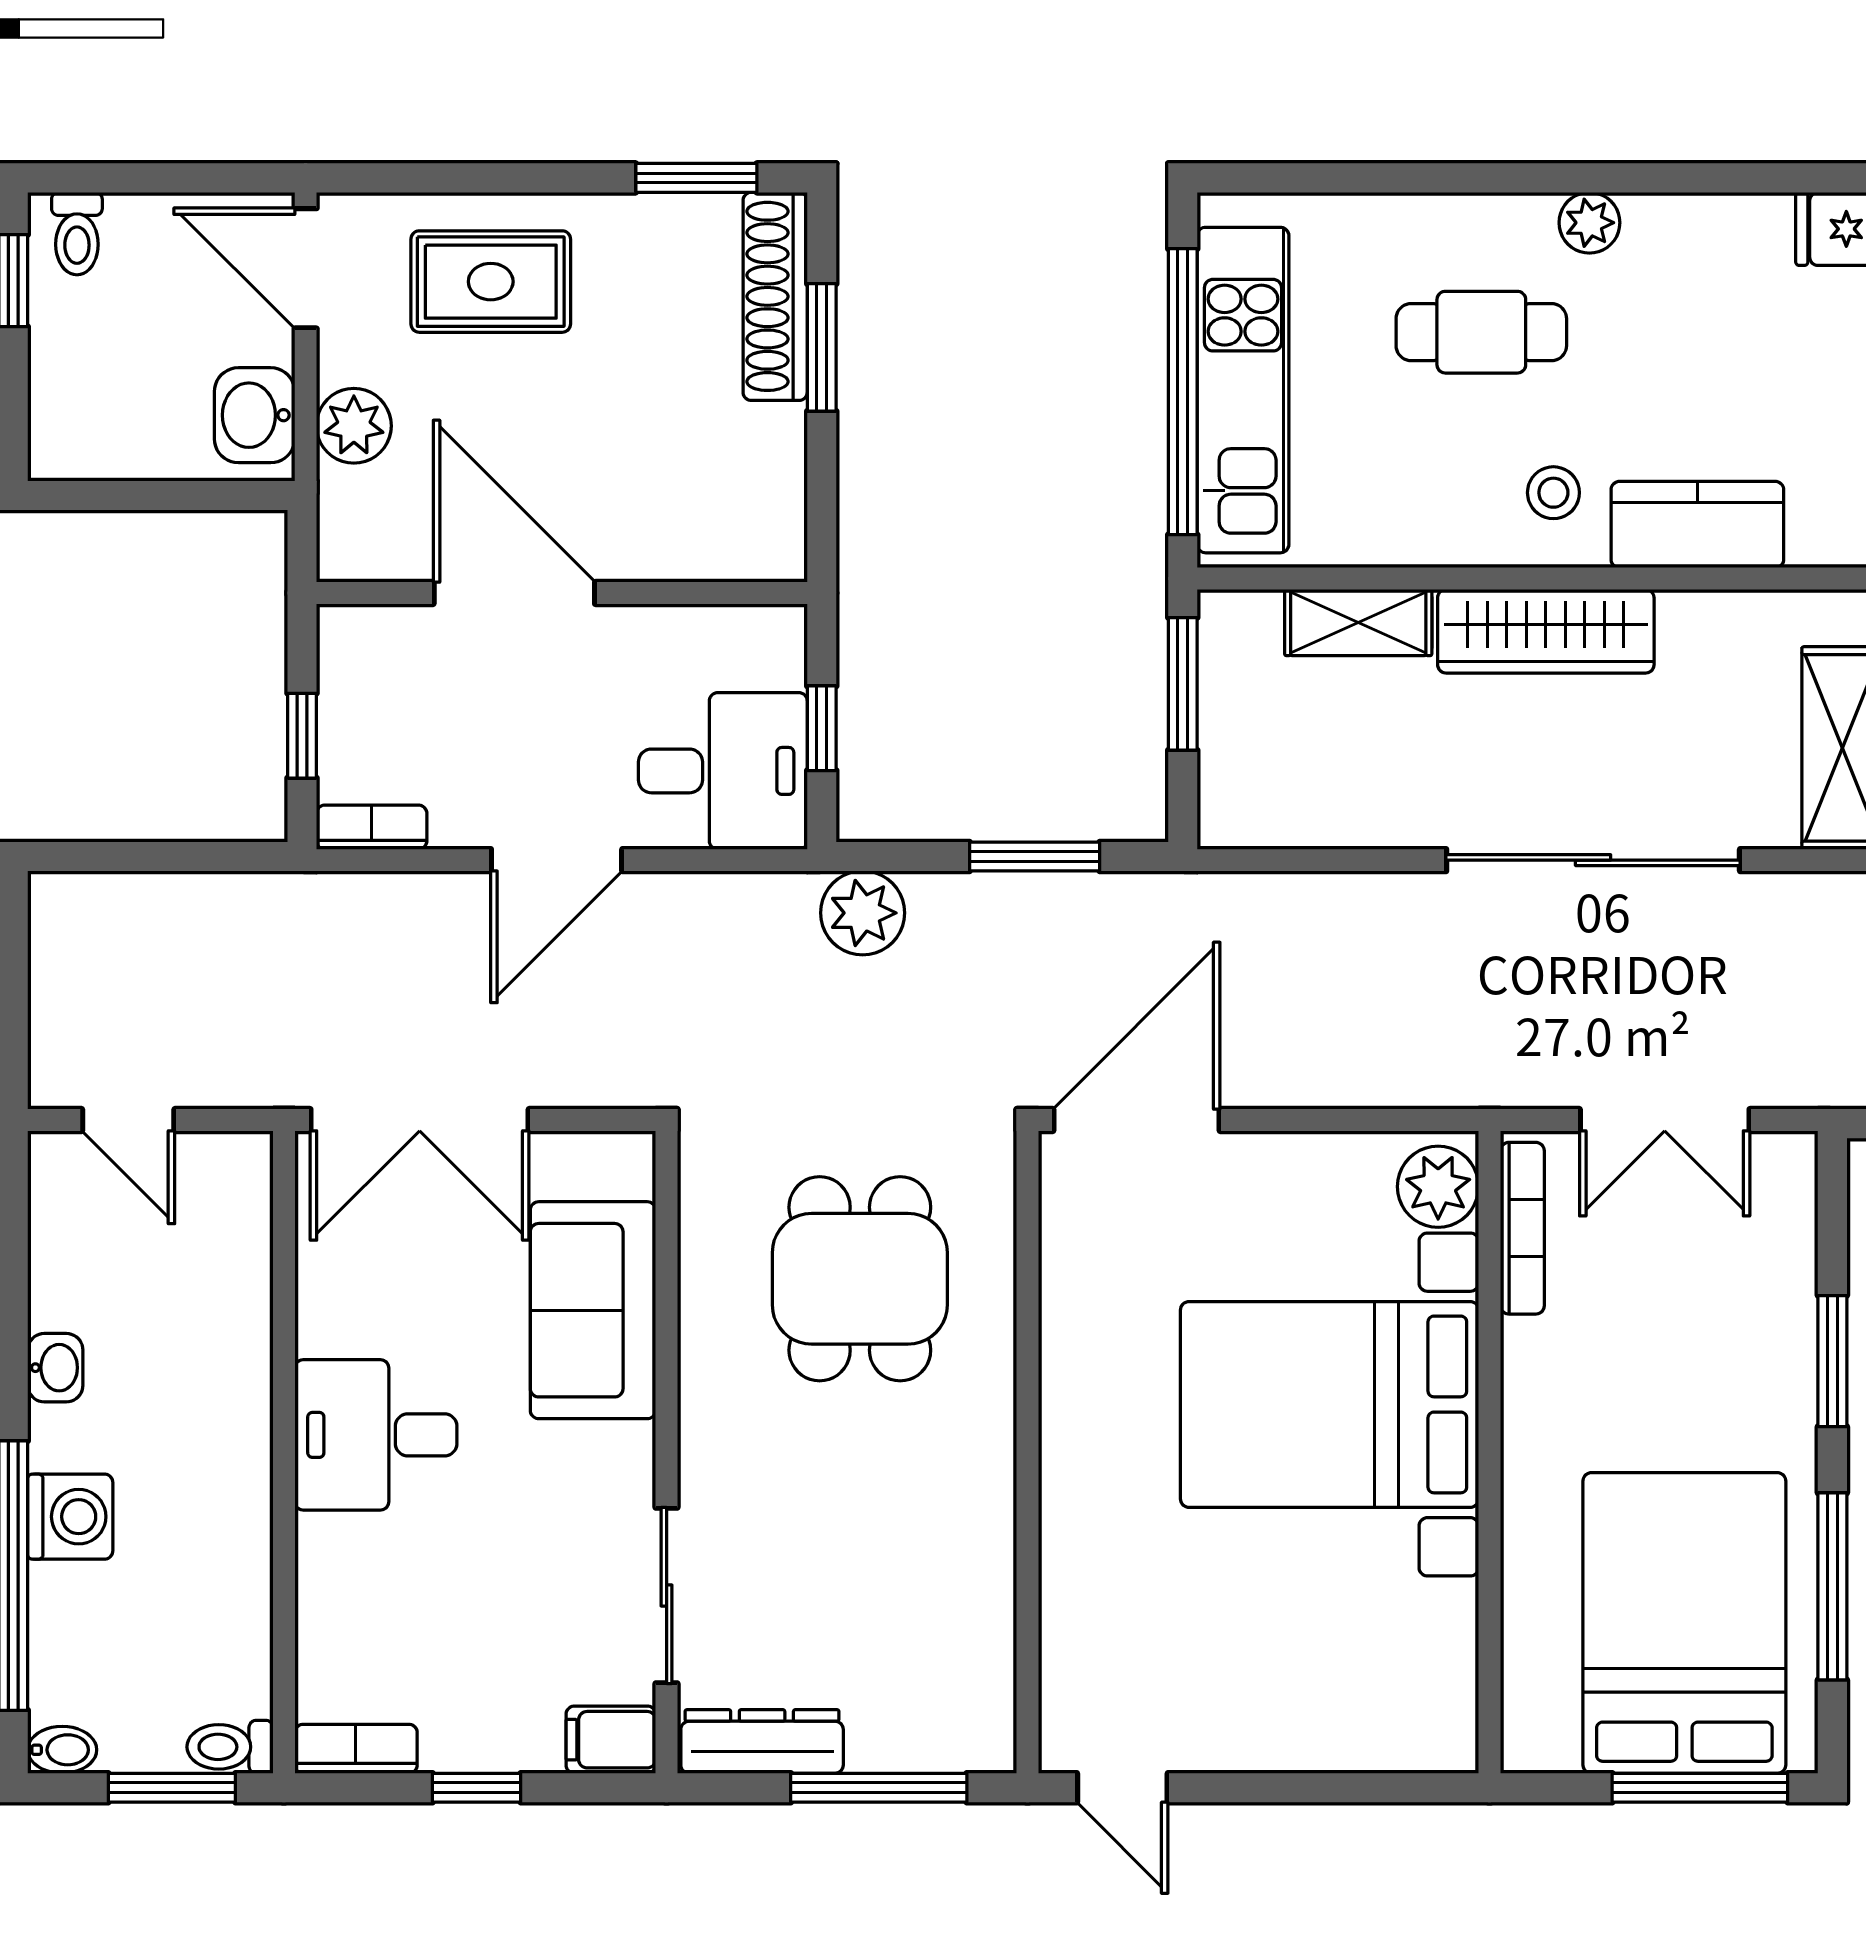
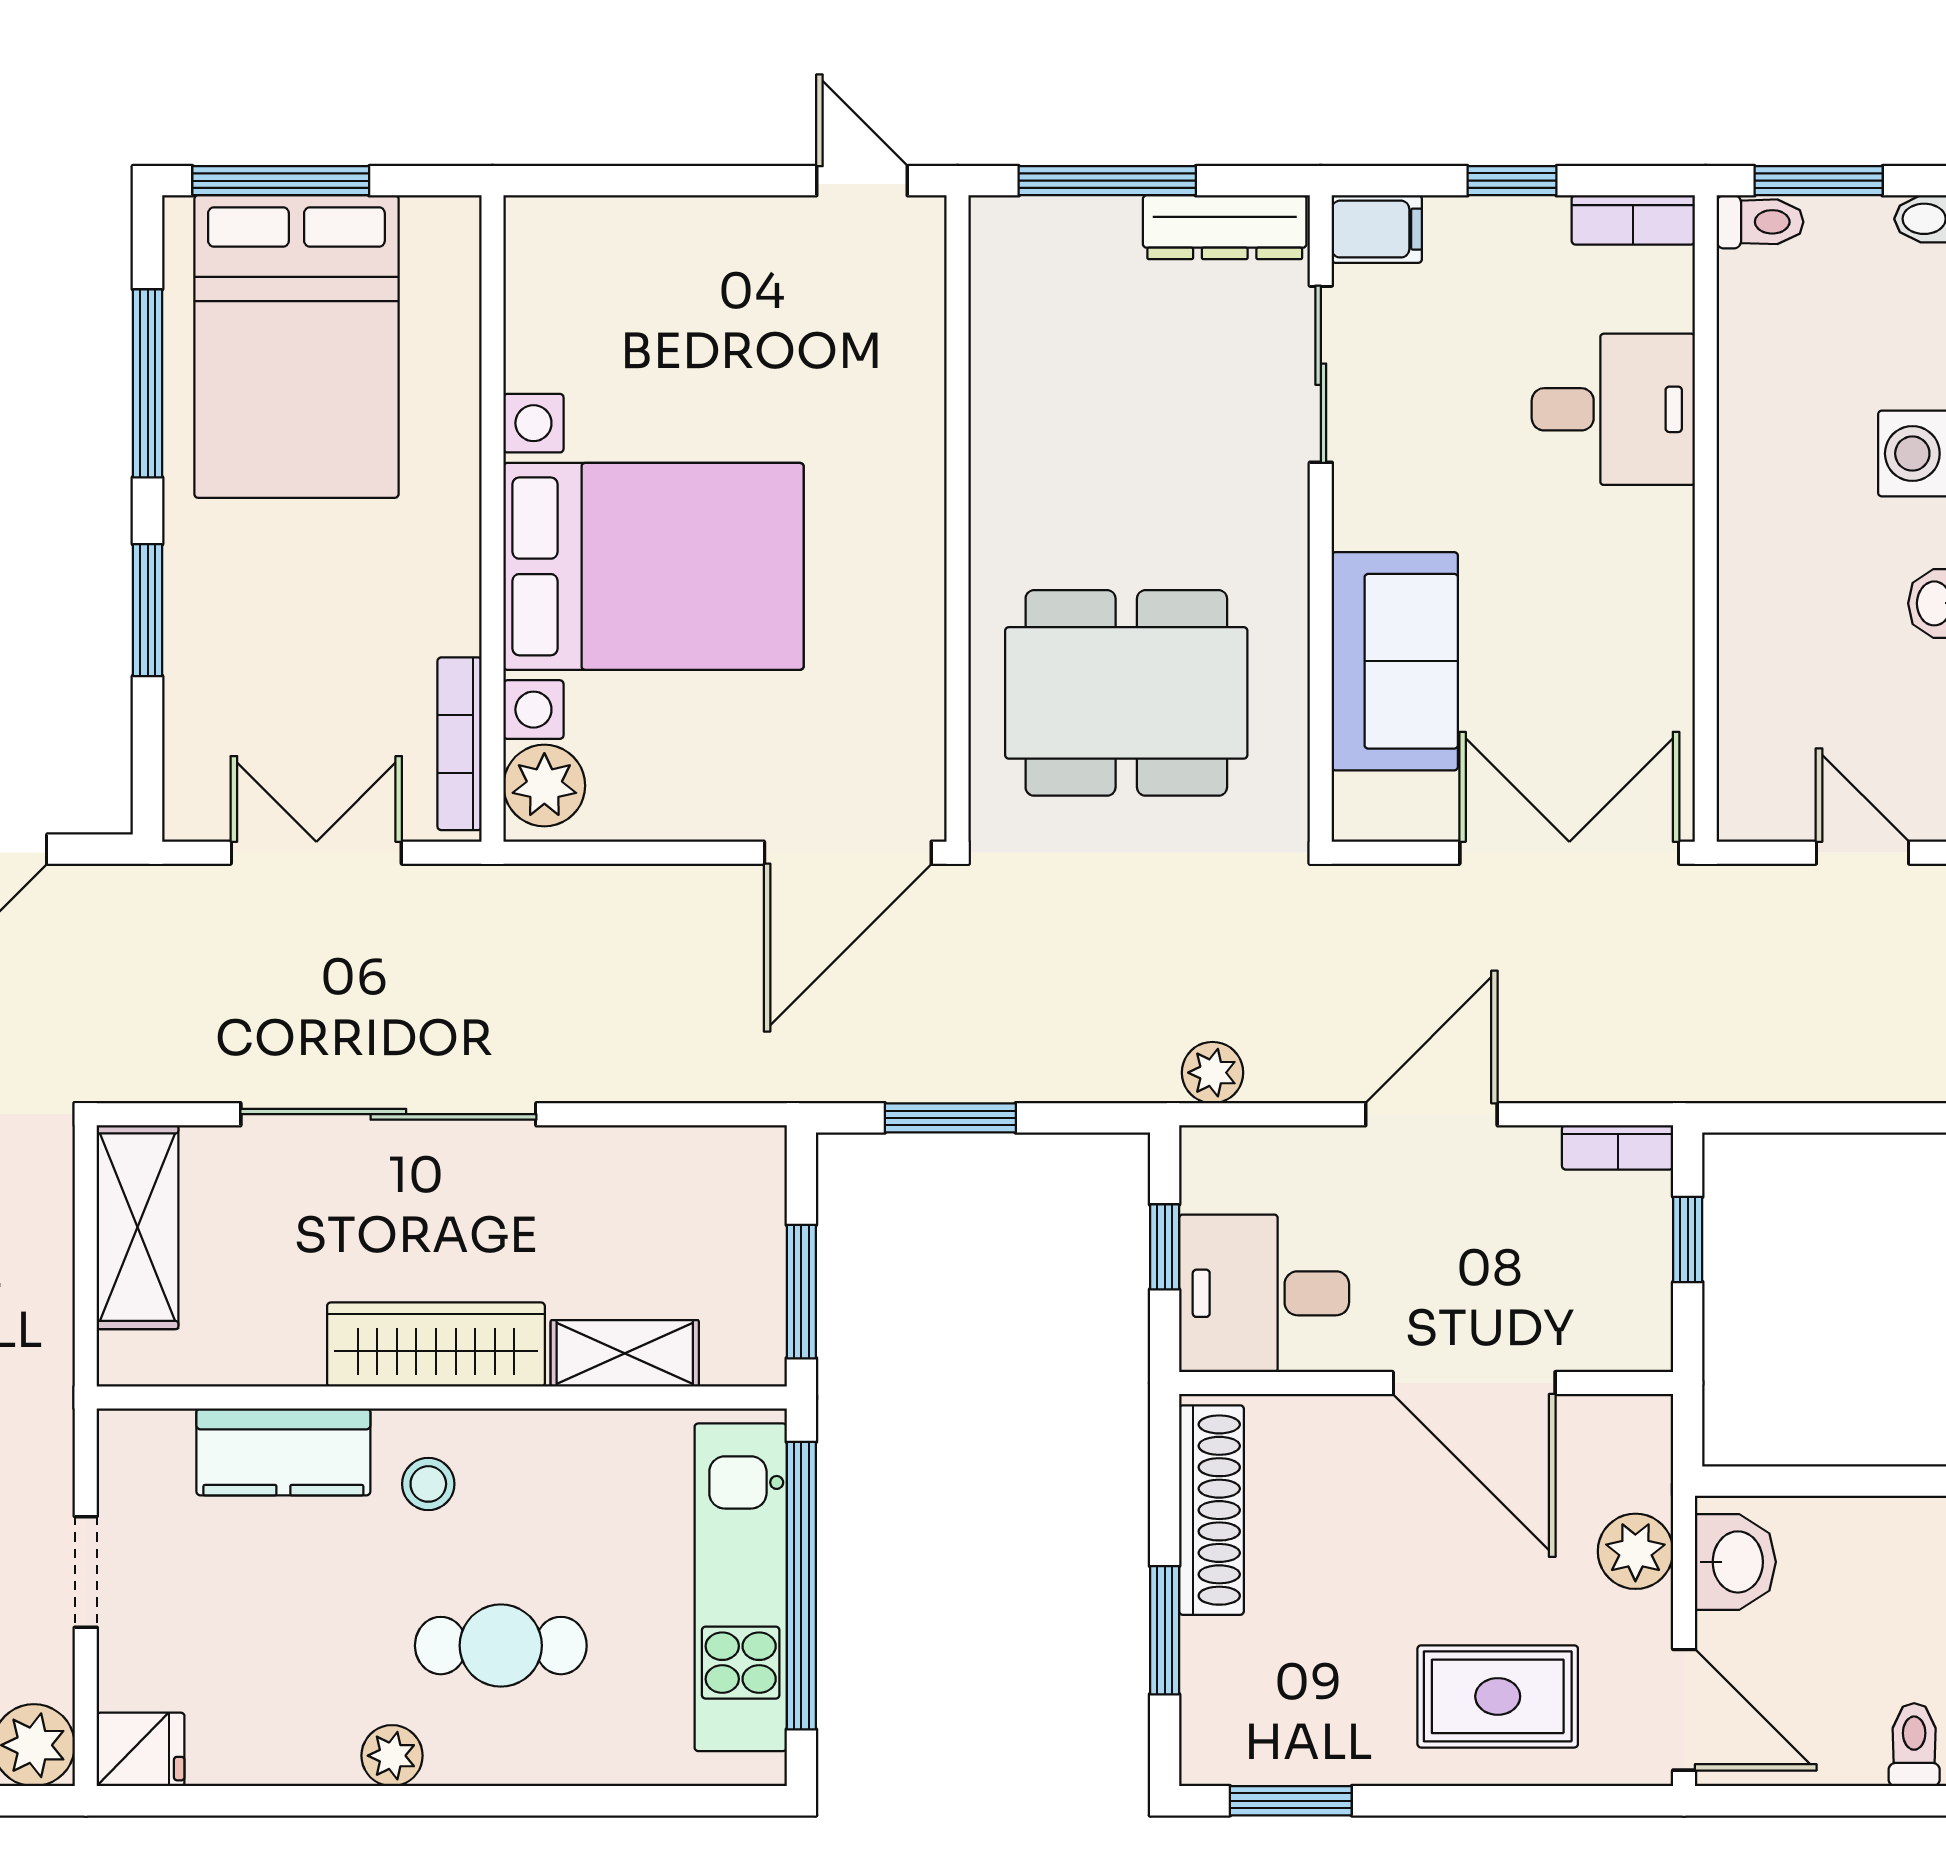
shoe rack: (775, 296) -> (1211, 1510), moved
desk: (723, 771) -> (1264, 1293), moved
plant: (863, 913) -> (1212, 1073), moved, width x0.73, depth x0.73
dining table: (860, 1279) -> (1126, 693), width x1.38
desk: (376, 1435) -> (1613, 409), moved

